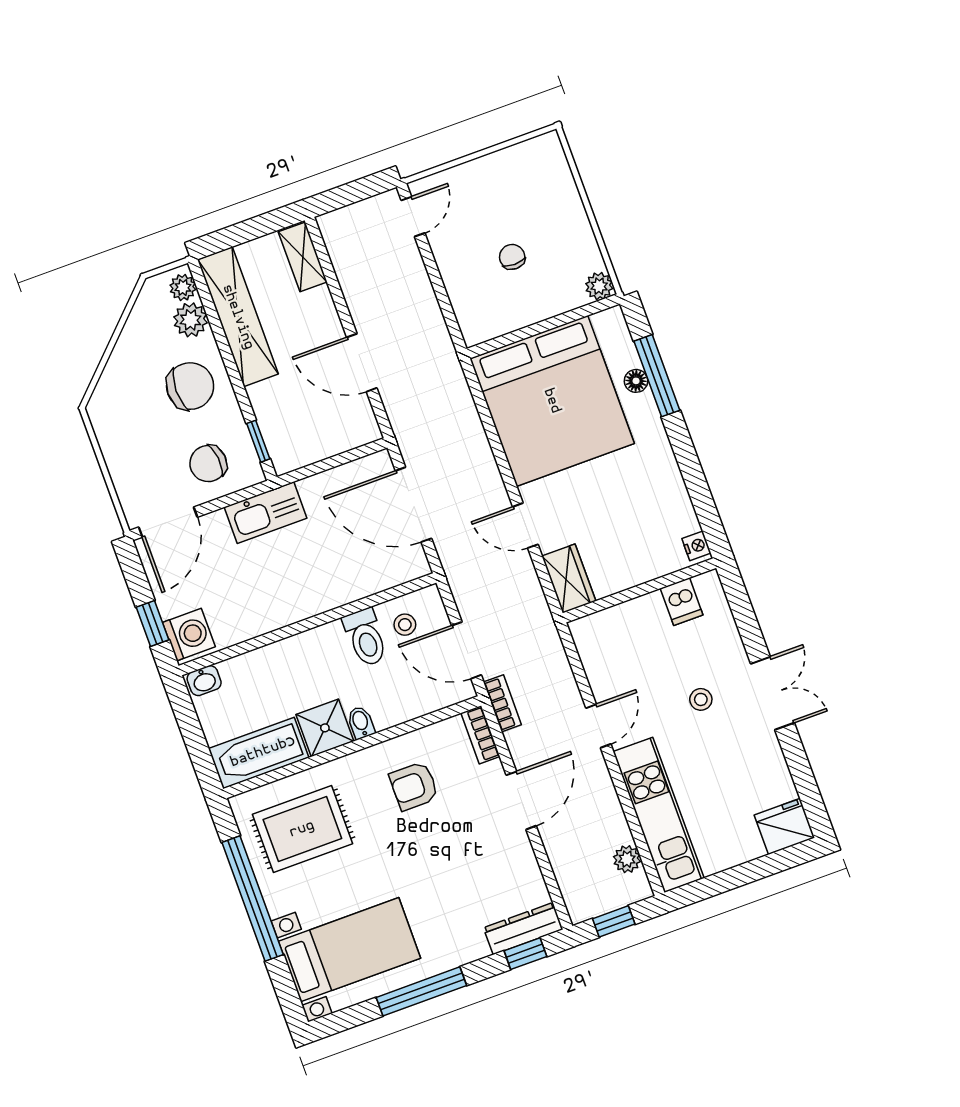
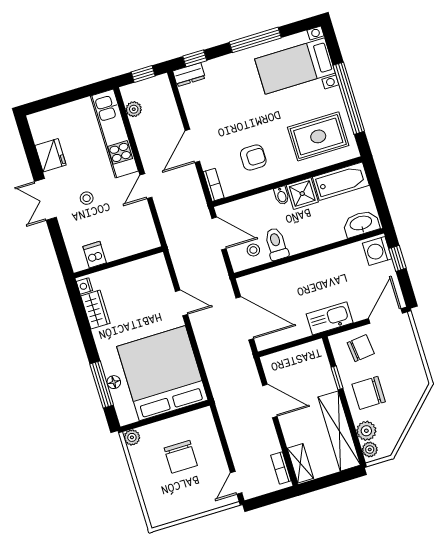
chair: (512, 257) -> (181, 457), width x1.87, depth x1.87
window: (258, 441) -> (337, 378), moved
wardrobe: (569, 579) -> (95, 310), moved, turned 180
washbasin: (204, 681) -> (361, 224), width x1.91, depth x1.45
bookcase: (502, 703) -> (281, 468), moved
fridge: (784, 826) -> (51, 155), moved, turned -90
dresser: (523, 929) -> (189, 75), width x0.70

